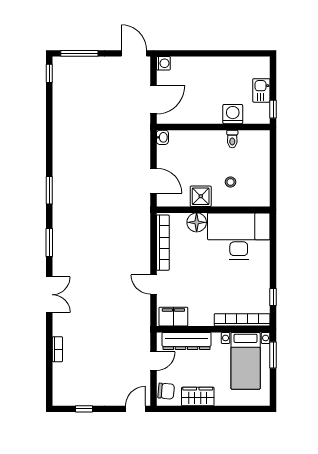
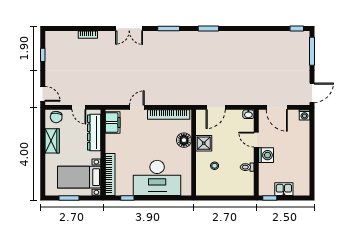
washing machine: (233, 114) -> (266, 155), moved
door: (196, 127) -> (256, 140), added
desk: (239, 236) -> (157, 178), moved, turned 90
window: (273, 355) -> (69, 198), moved

